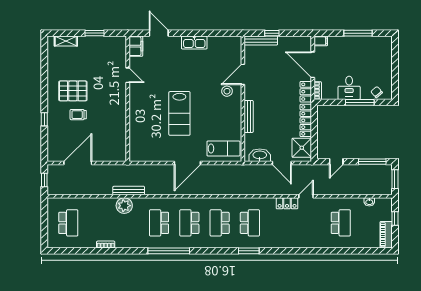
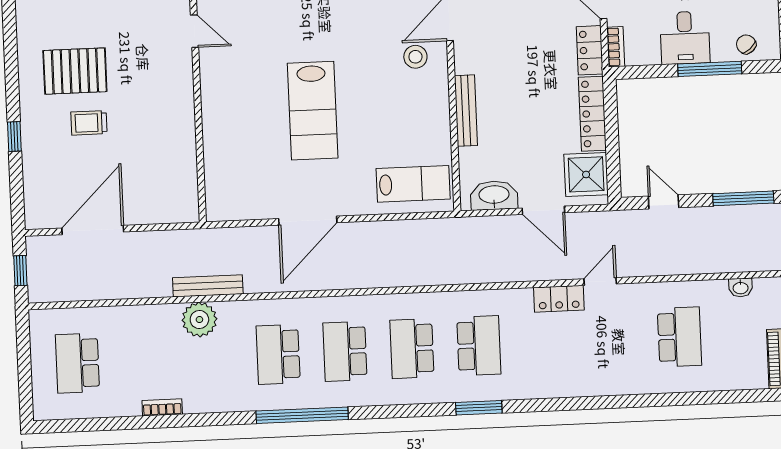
door: (336, 162) -> (664, 202), swing flipped
door: (187, 163) -> (308, 221), moved
school desk: (68, 223) -> (77, 363), turned 180

